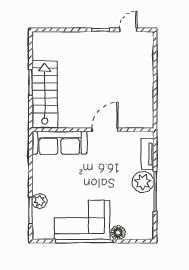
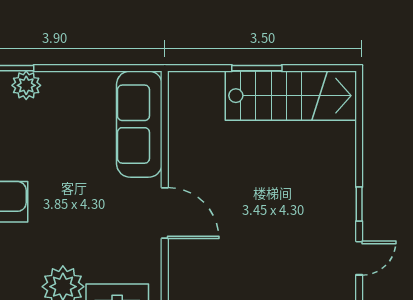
door: (128, 30) -> (359, 258), hinge flipped
stairs: (45, 94) -> (291, 96), moved

